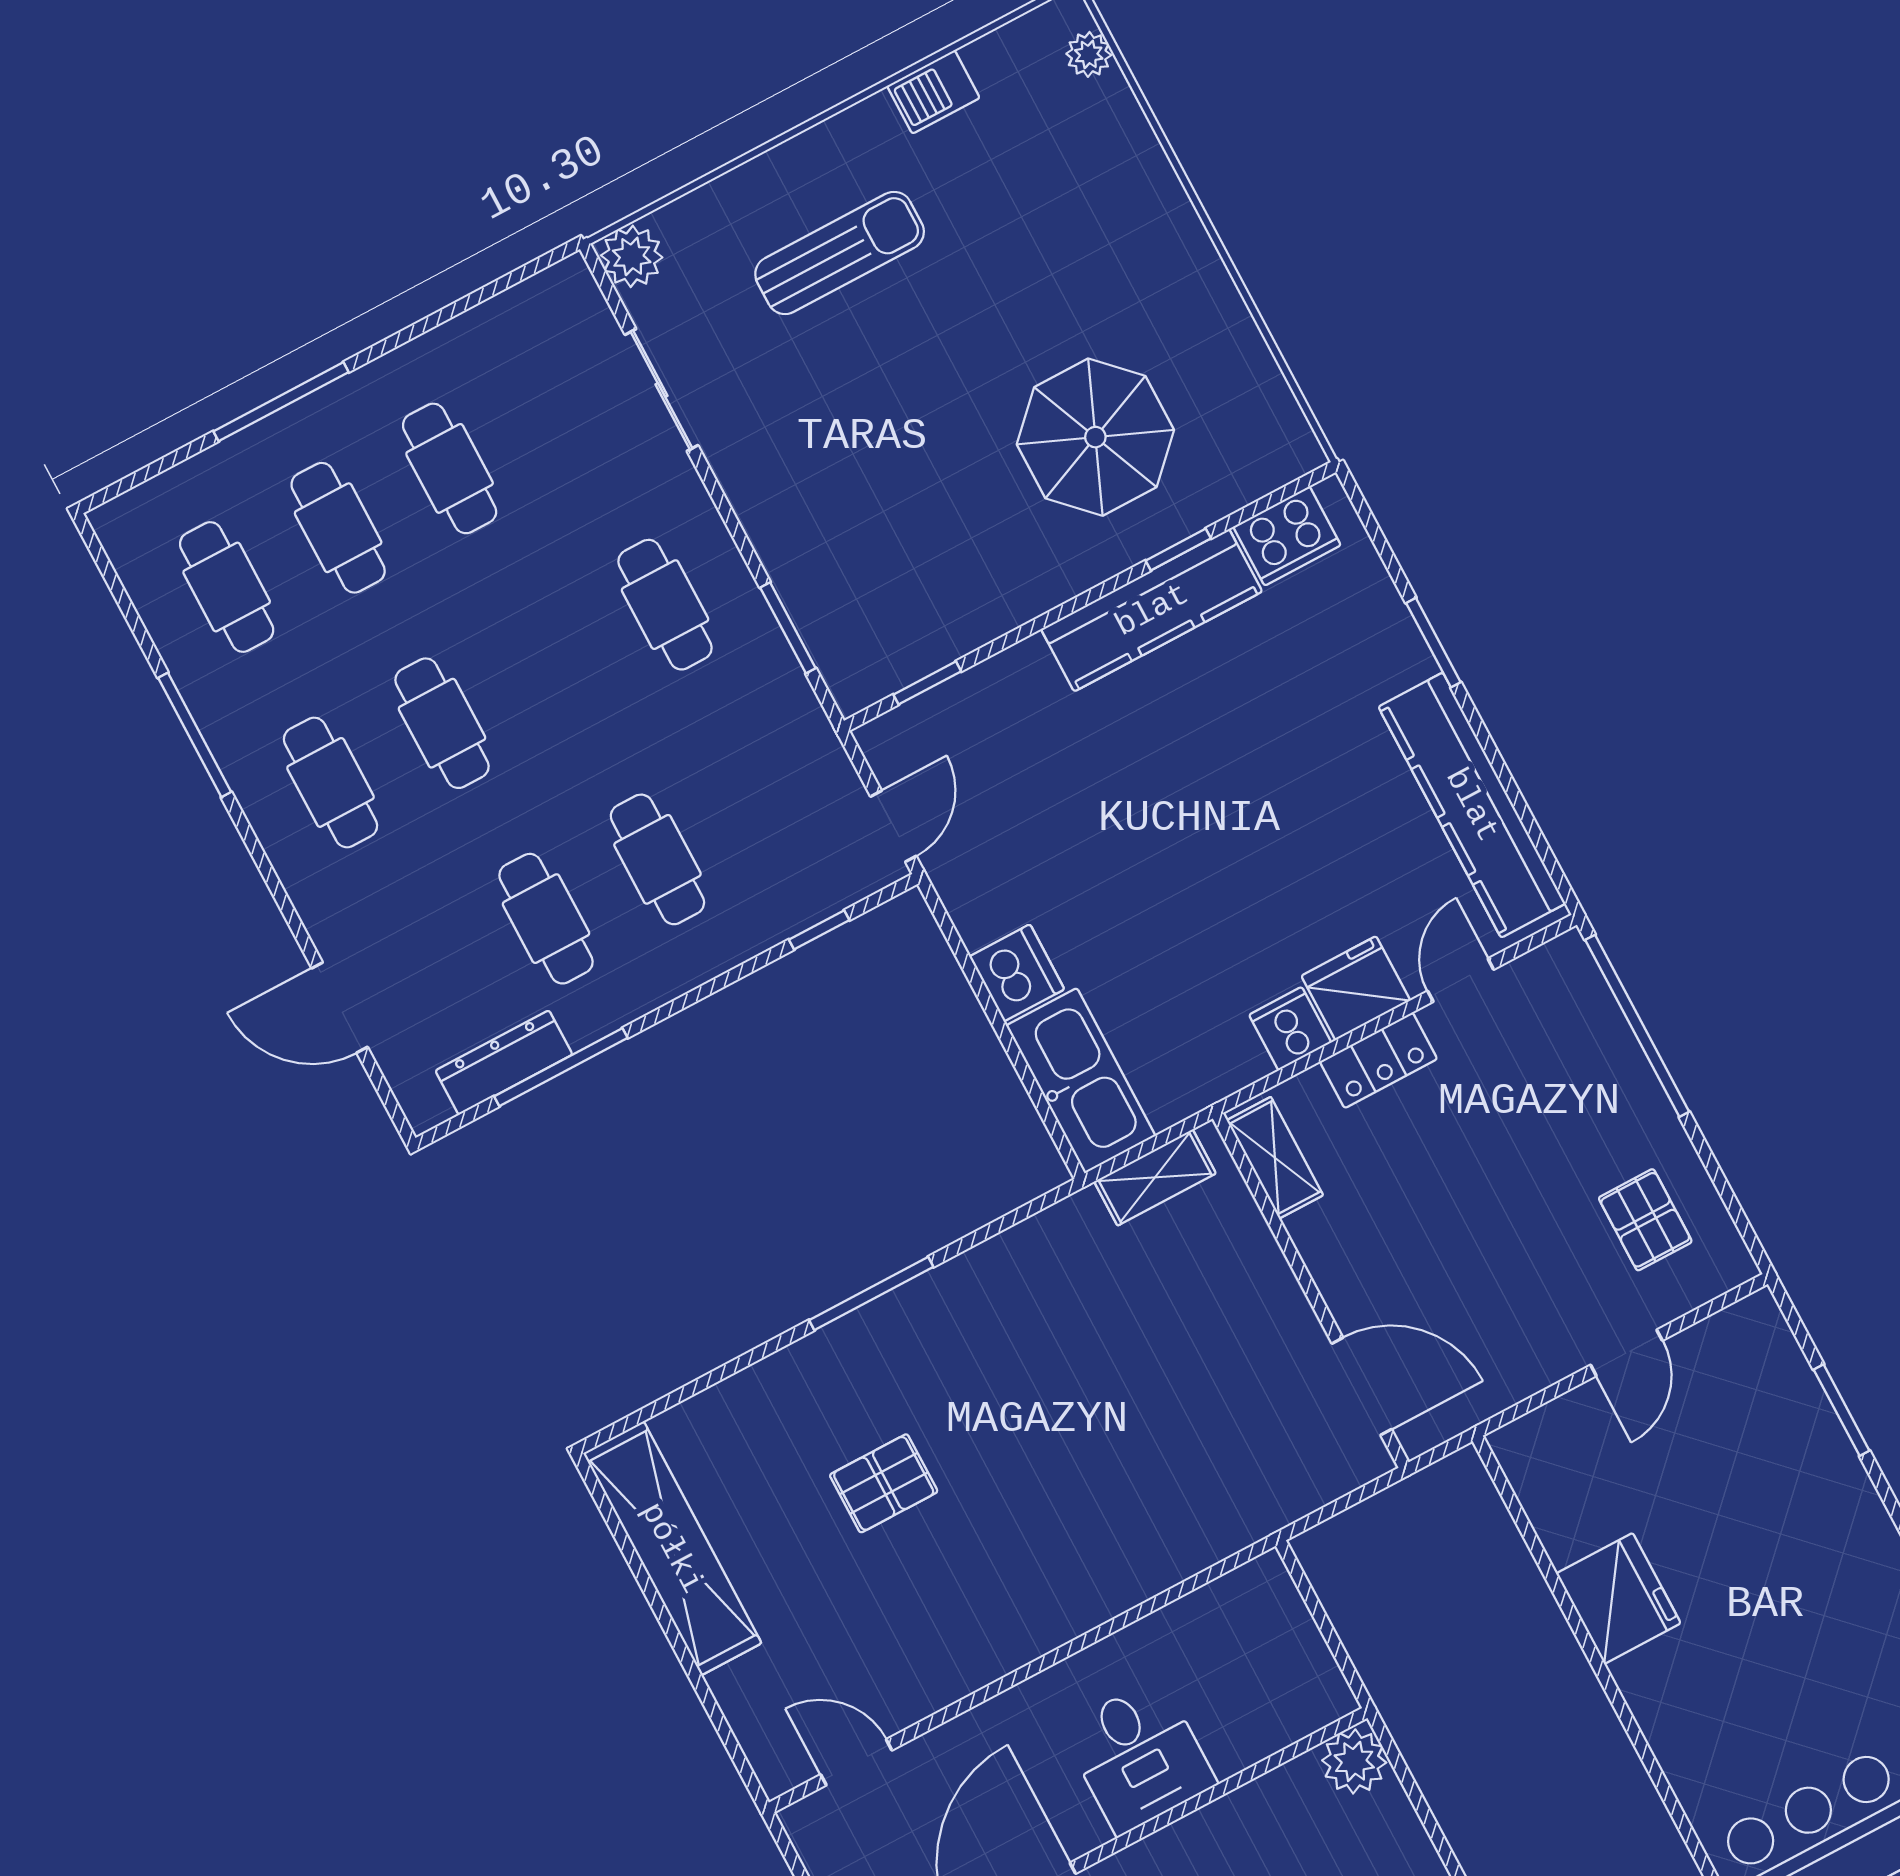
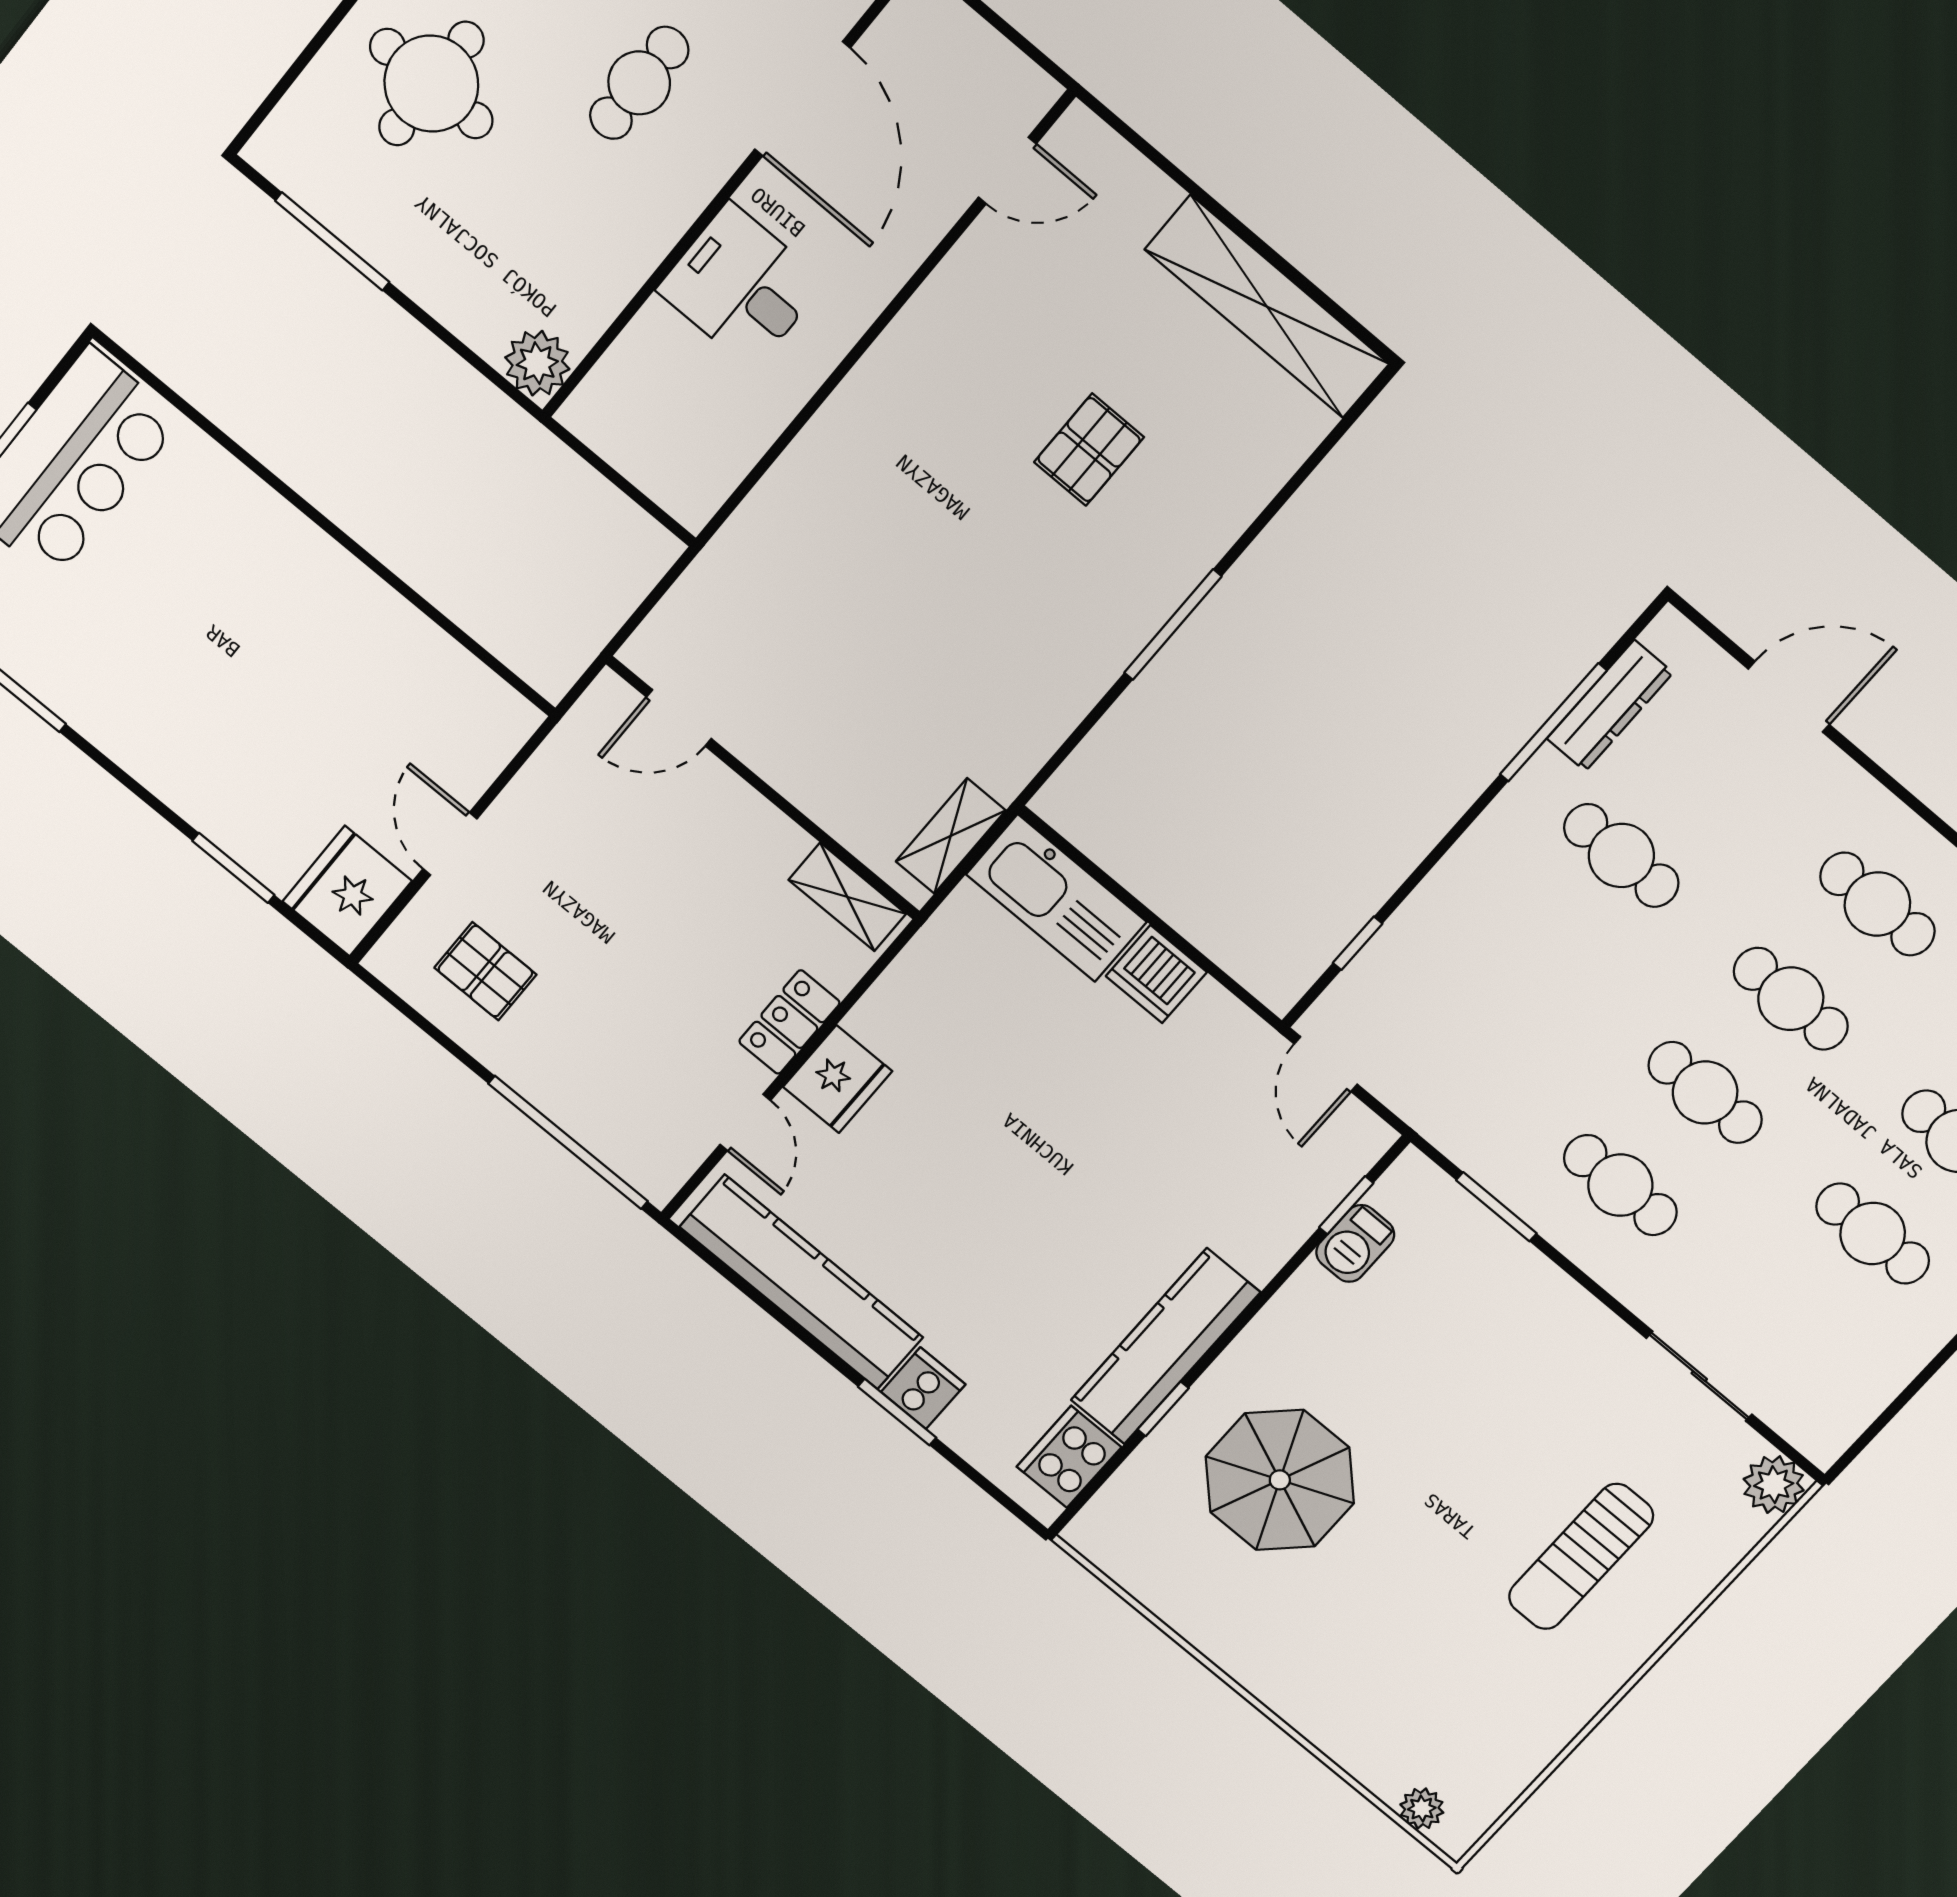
barbecue: (933, 92) -> (1355, 1243), moved, turned 180
cafe table: (657, 859) -> (1705, 1092), moved
cooker: (1290, 1029) -> (923, 1388), moved, turned -90
door: (1362, 1386) -> (679, 718), width x0.73
fridge: (1618, 1598) -> (347, 891), moved, turned 90

